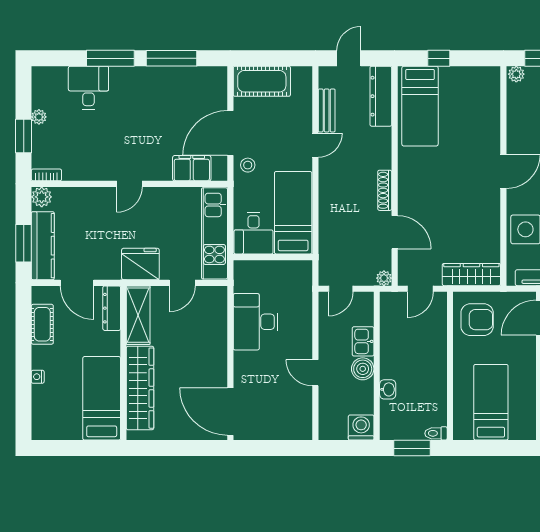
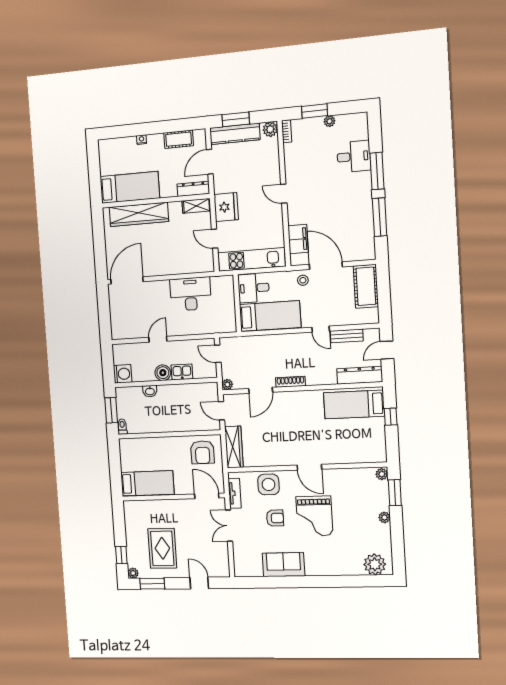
door: (349, 58) -> (387, 350), swing flipped
shelving: (138, 315) -> (196, 206), width x0.67, depth x0.75
bed: (491, 402) -> (147, 483), moved

